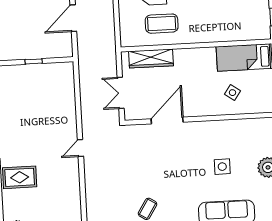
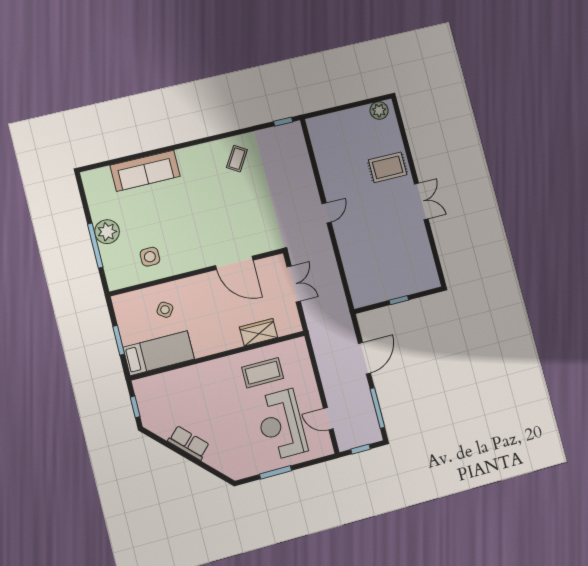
wardrobe: (151, 59) -> (259, 332), width x0.67
door: (167, 121) -> (234, 263), hinge flipped
side table: (222, 167) -> (150, 257), moved

